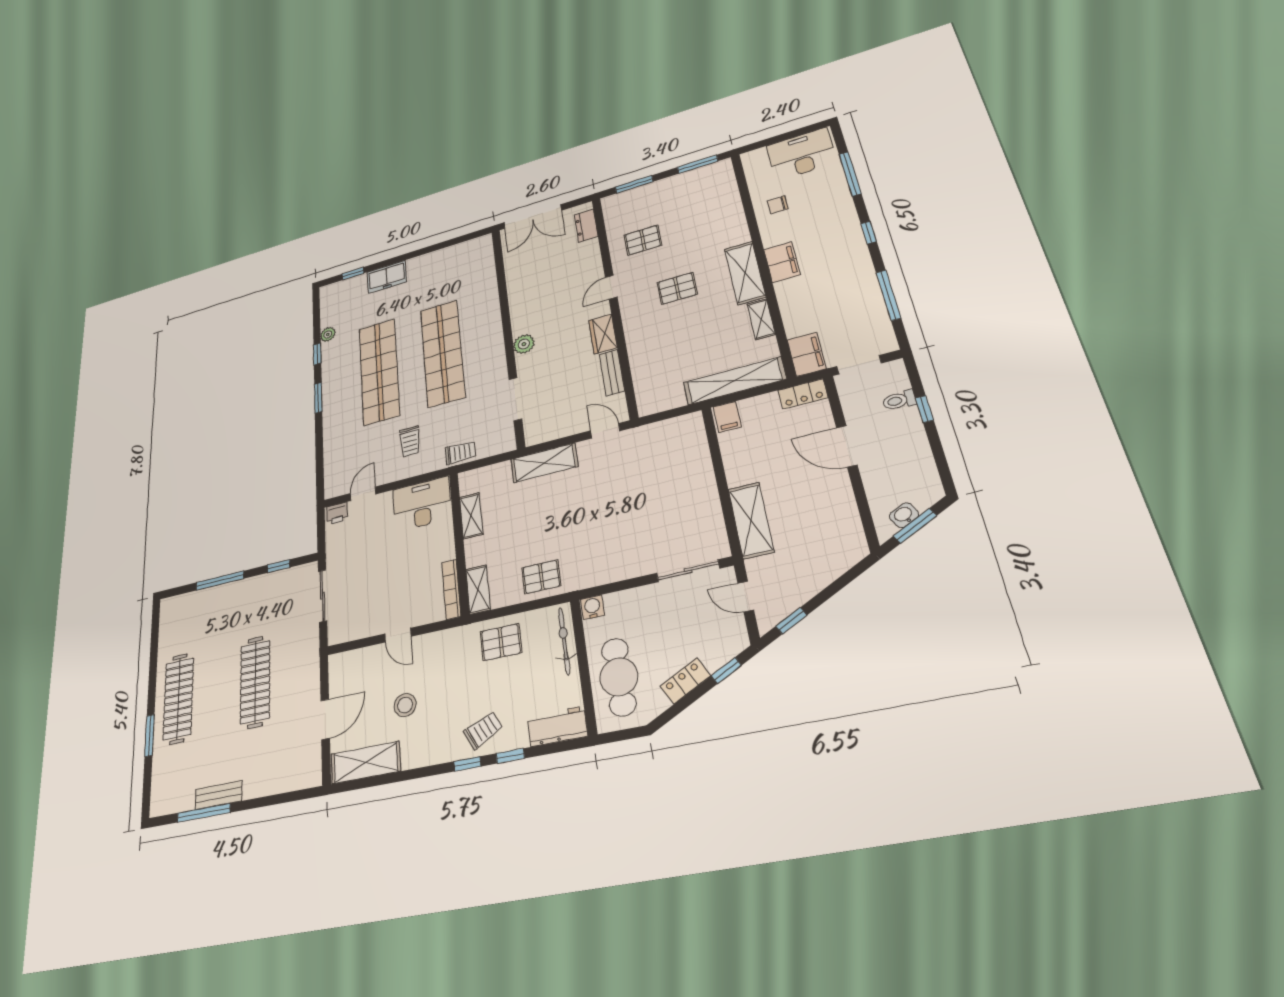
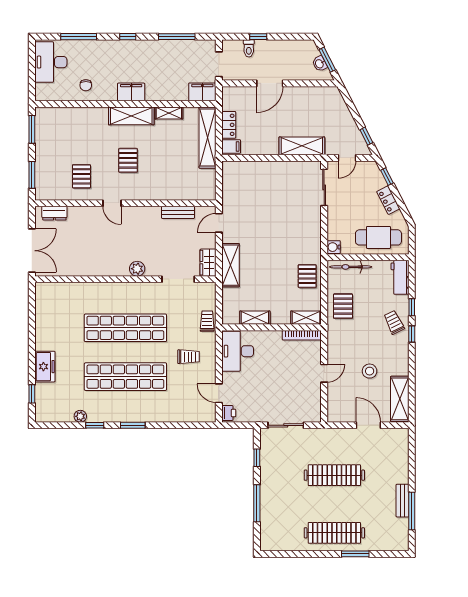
wardrobe: (603, 334) -> (208, 263), moved, turned 90
locker: (803, 394) -> (229, 125), moved

